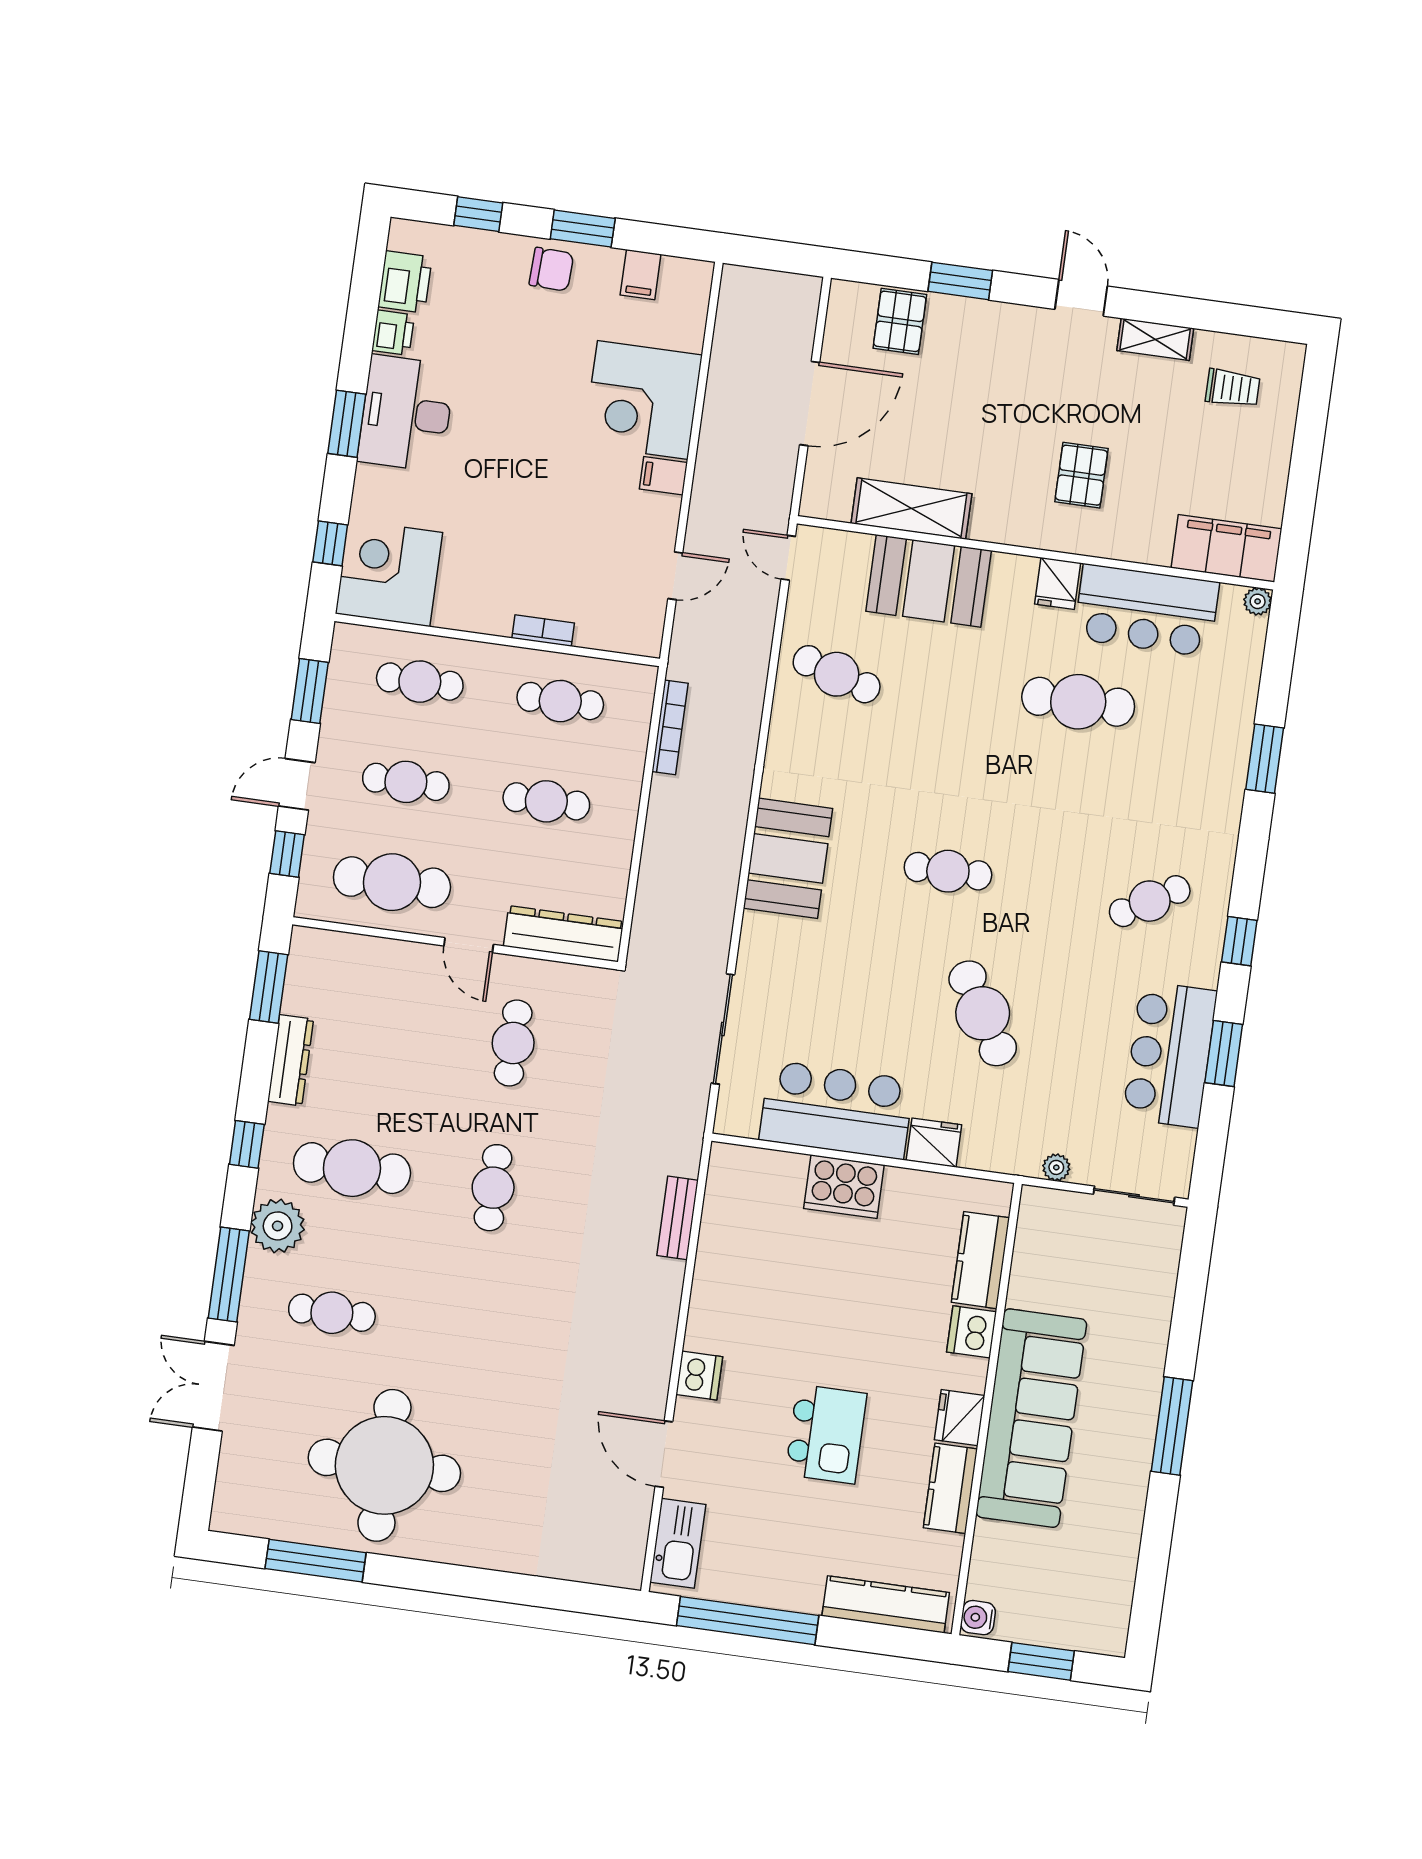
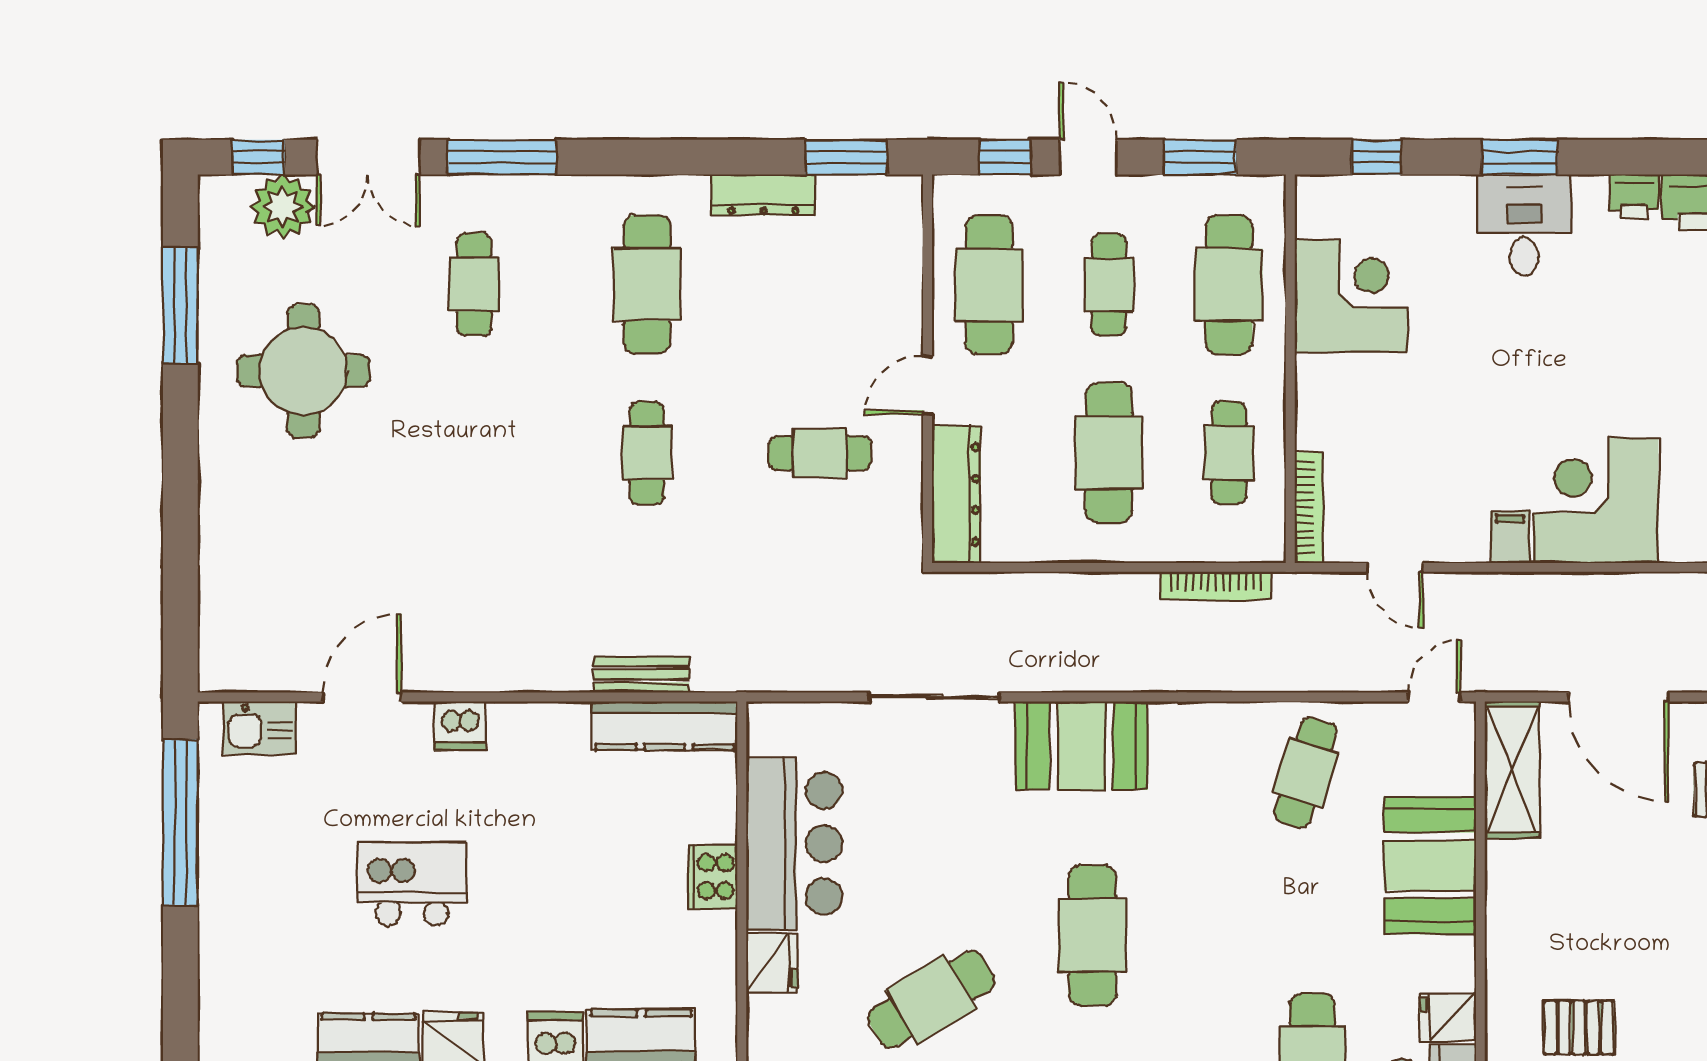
desk: (406, 413) -> (1524, 225), width x0.73
shelving: (911, 509) -> (1512, 770), moved
corner desk: (389, 573) -> (1351, 296), moved
bookcase: (543, 631) -> (1309, 508), moved, width x1.56
cafe table: (420, 682) -> (1229, 285), width x1.37, depth x1.35
cafe table: (546, 801) -> (1109, 453), width x1.37, depth x1.35
cafe table: (948, 871) -> (1092, 935), width x1.37, depth x1.35
sliding door: (723, 1029) -> (935, 697), moved
window: (247, 1144) -> (258, 157), moved
cooker: (844, 1187) -> (713, 877), width x0.73, depth x0.76
cafe table: (493, 1188) -> (647, 453), turned 90
plant: (278, 1226) -> (283, 206), moved
double door: (213, 1386) -> (368, 157), swing flipped
kitchen island: (826, 1434) -> (412, 884), turned 180
round table: (384, 1465) -> (303, 371), width x0.73, depth x0.73
kitchen sink: (678, 1543) -> (260, 728), width x0.73
kitchen counter: (886, 1604) -> (665, 726), moved, turned 90

